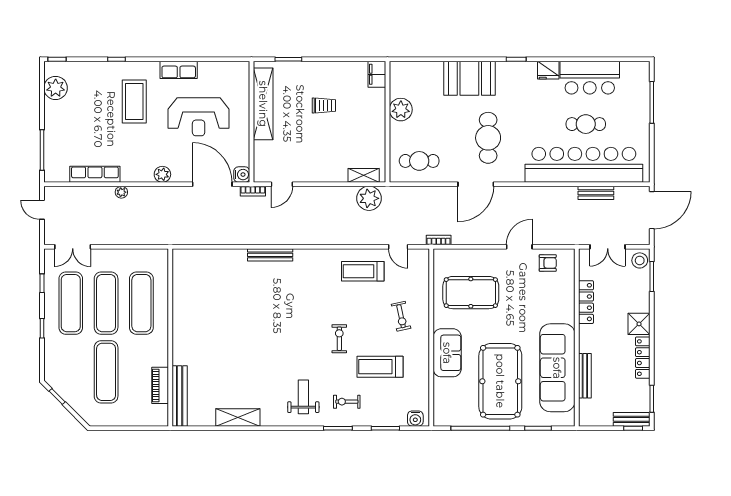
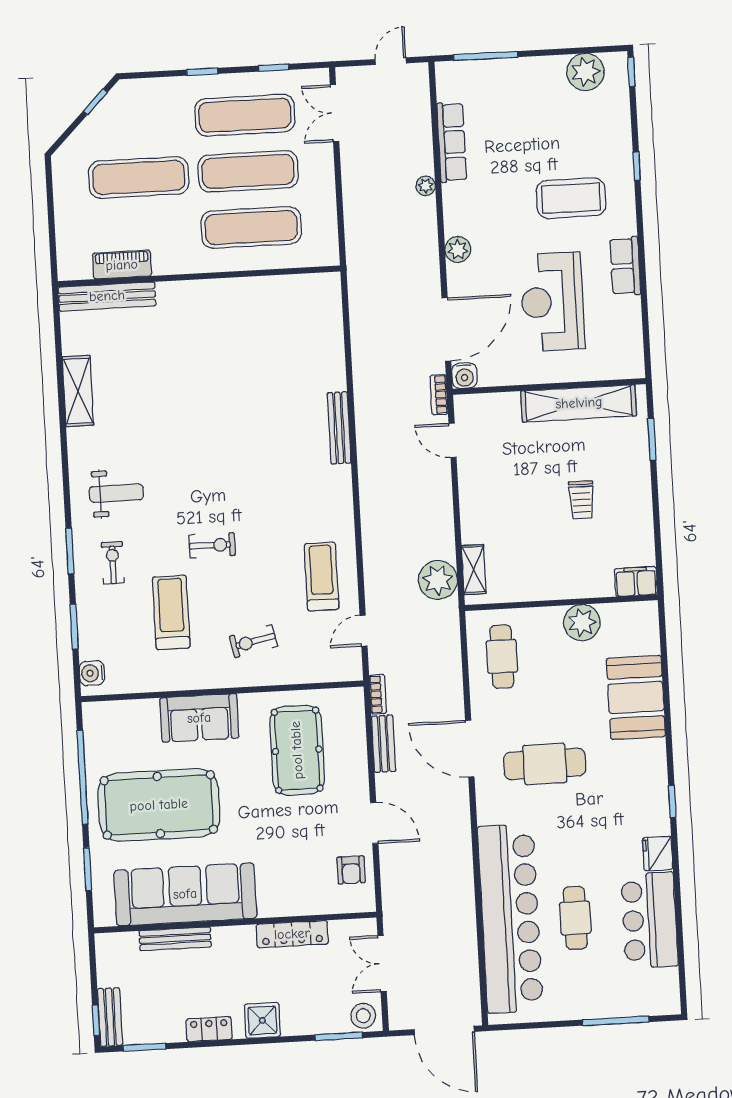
booth: (469, 78) -> (636, 697), moved
bench: (596, 193) -> (384, 744), moved
locker: (643, 358) -> (209, 1029), width x0.66

